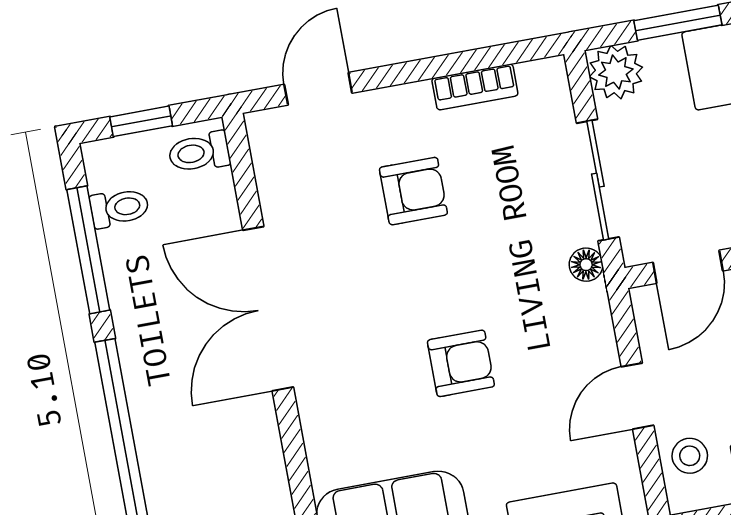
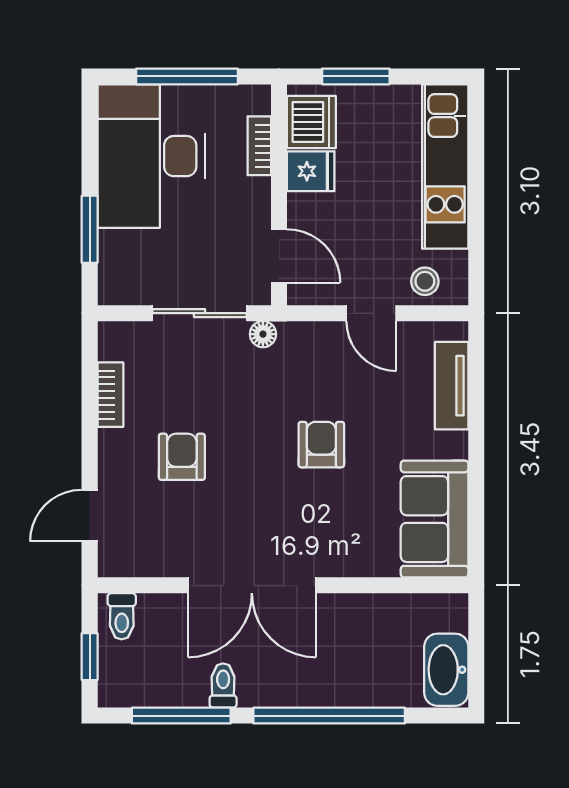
plant: (616, 72) -> (119, 284), removed
door: (318, 89) -> (90, 516), hinge flipped
toilet: (119, 208) -> (223, 686), moved

